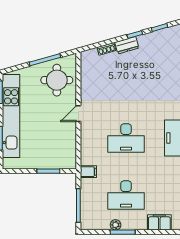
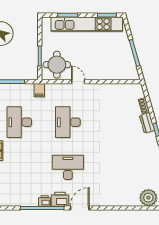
round table: (57, 80) -> (57, 65), moved
door: (78, 114) -> (78, 82), moved

